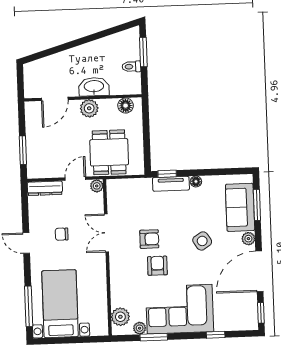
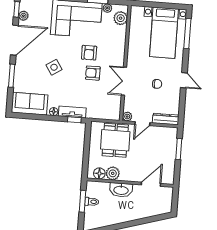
window: (143, 52) -> (83, 201), moved
plant: (89, 108) -> (113, 173), moved
window: (257, 205) -> (12, 76), moved
sofa: (240, 207) -> (30, 104), moved, turned -90
double door: (106, 233) -> (124, 81), swing flipped
plant: (248, 239) -> (23, 16), moved

